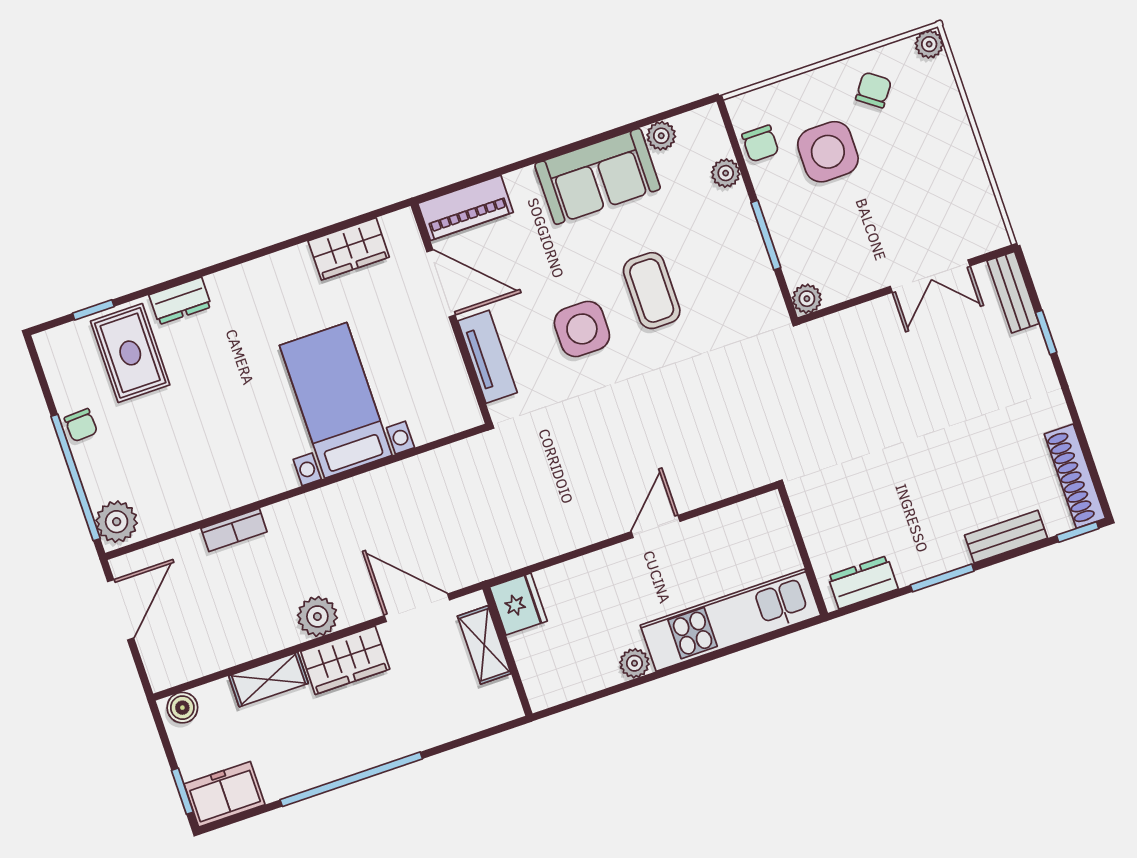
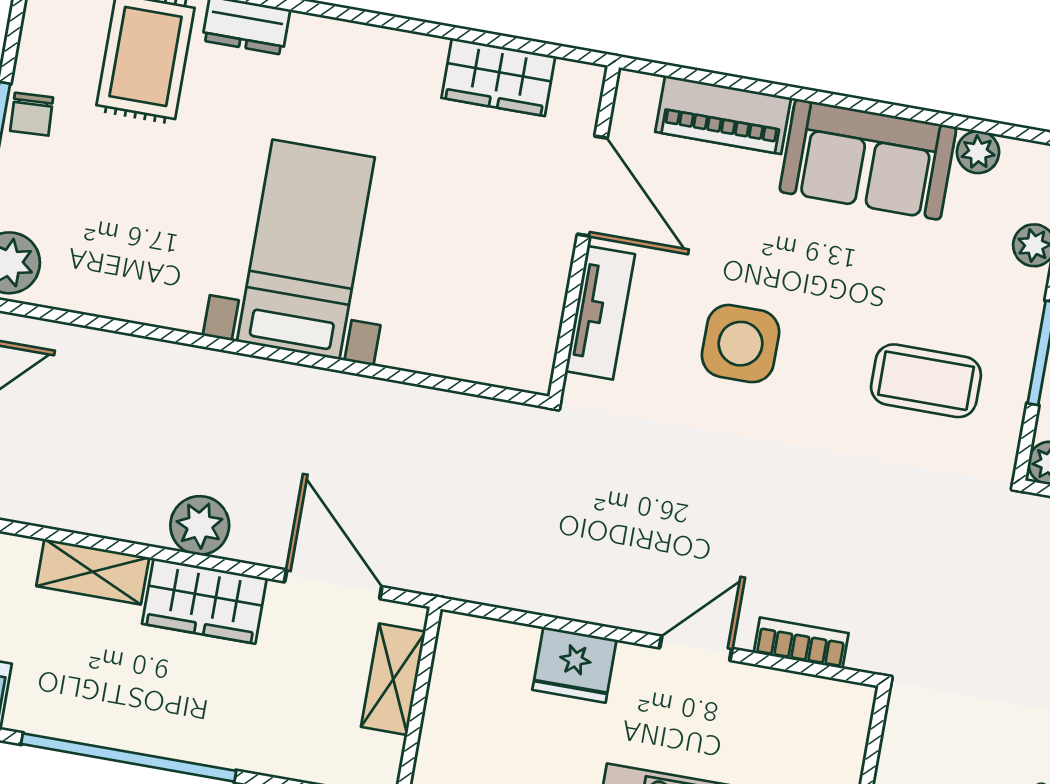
piano: (466, 208) -> (723, 115), moved
coffee table: (652, 291) -> (926, 381), moved, turned 90
bed with nightstands: (336, 400) -> (306, 249), moved
bookcase: (234, 530) -> (801, 643), moved, turned 180
fridge: (518, 604) -> (574, 665), moved, turned 90

